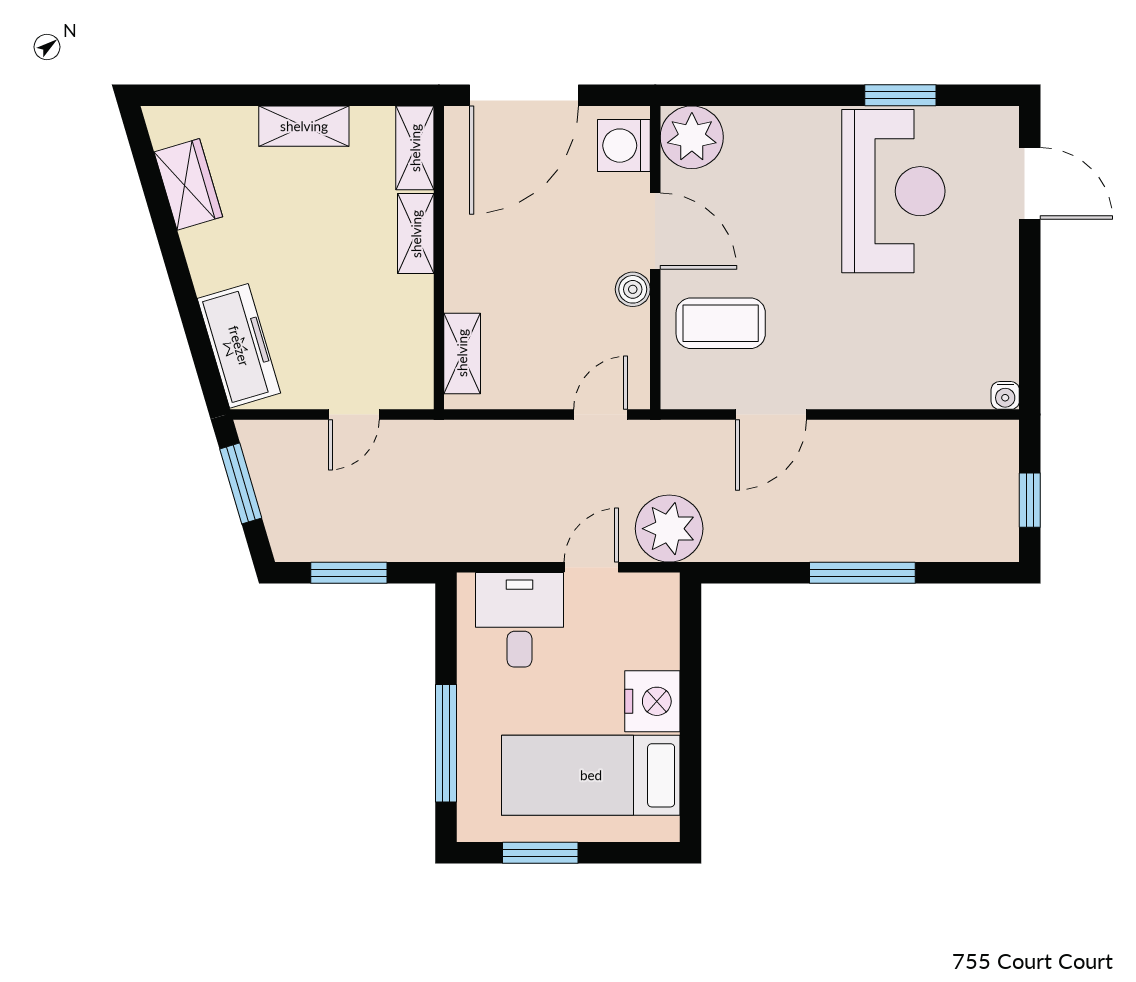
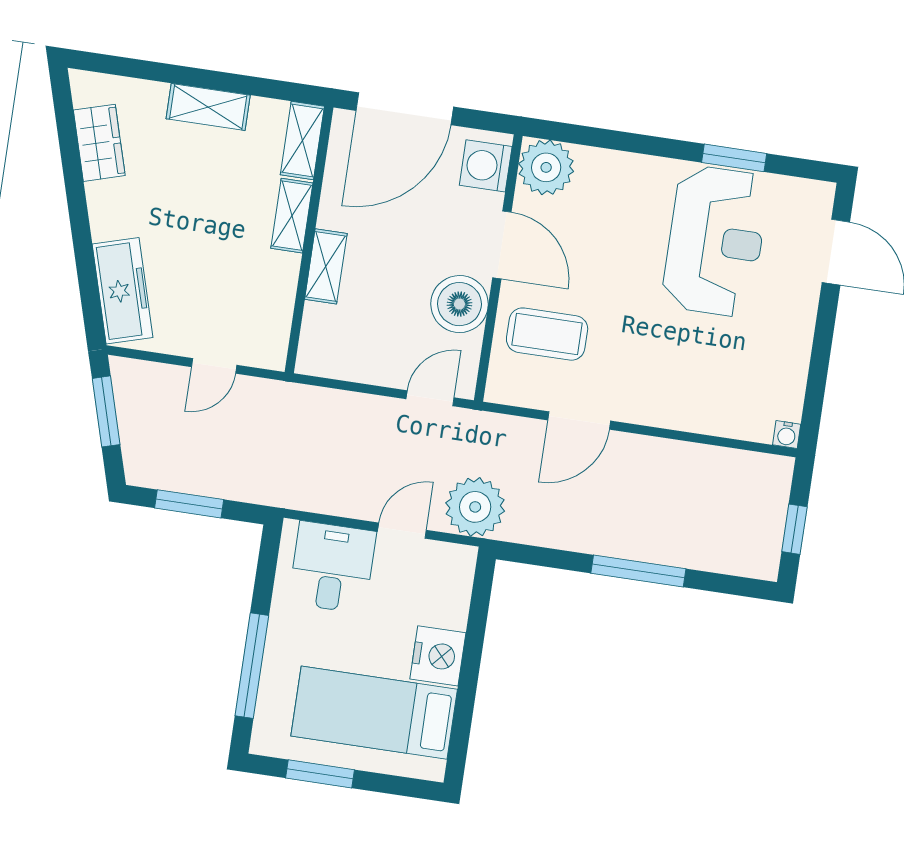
boiler: (633, 289) -> (459, 304), width x1.86, depth x1.86
shelving: (462, 353) -> (326, 266), moved

